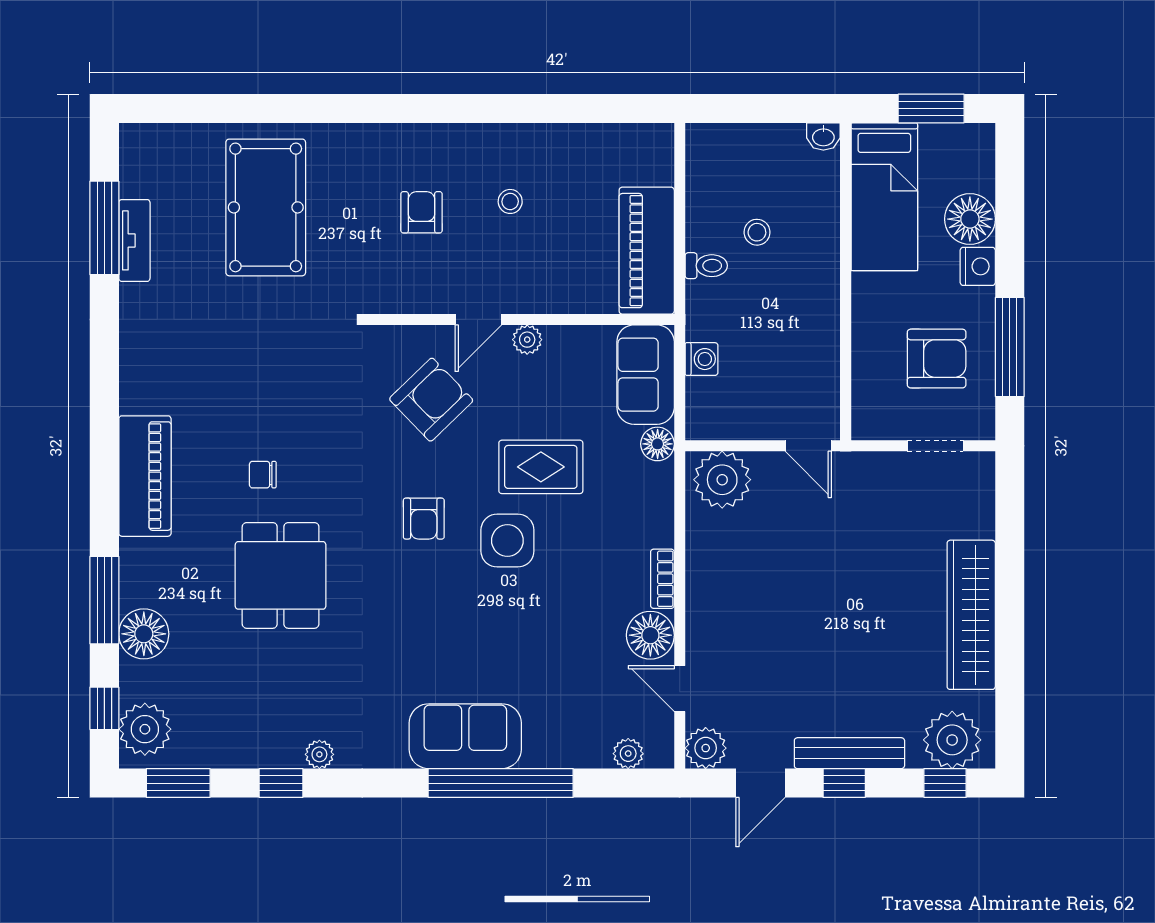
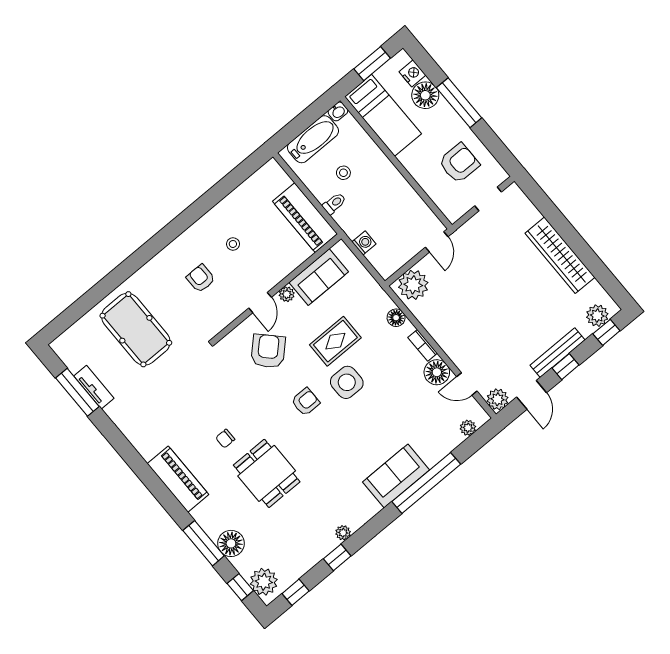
bathtub: (753, 147) -> (313, 139), added
nightstand: (978, 266) -> (412, 73), moved
window: (1010, 347) -> (459, 103), moved
sofa: (646, 375) -> (319, 277), moved, turned -90
floor lamp: (658, 444) -> (396, 318), moved
door: (808, 446) -> (437, 242), hinge flipped
armchair: (424, 519) -> (305, 402), turned -90
plant: (952, 740) -> (597, 316), width x0.73, depth x0.73
window: (178, 783) -> (296, 592), width x0.67

